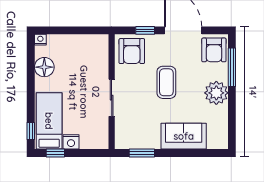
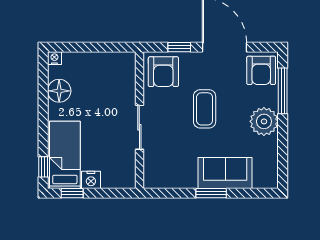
window: (142, 153) -> (211, 193), moved

